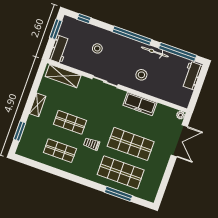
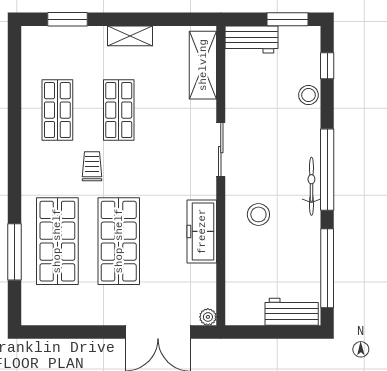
stool: (97, 48) -> (308, 95), moved
bicycle: (155, 52) -> (311, 186), moved

